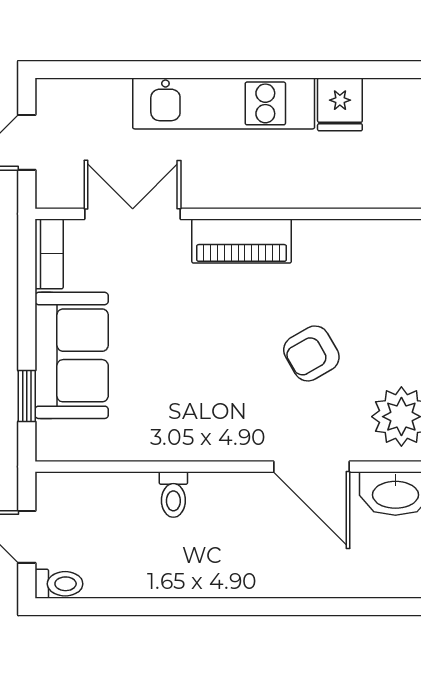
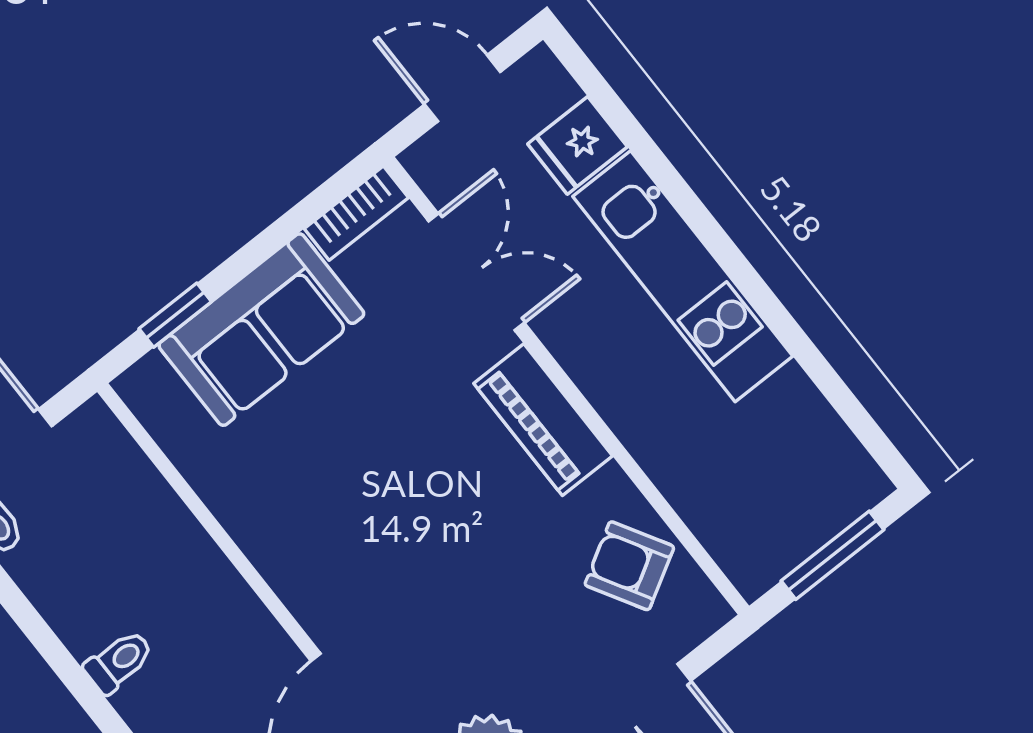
fridge: (340, 104) -> (578, 145), moved
armchair: (311, 353) -> (629, 566), moved
toilet: (173, 494) -> (119, 662), moved, turned 180

